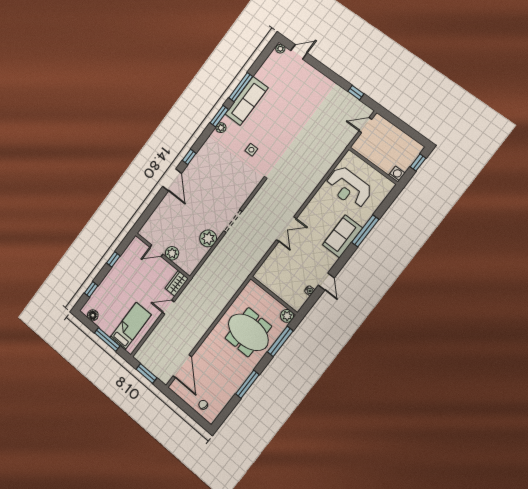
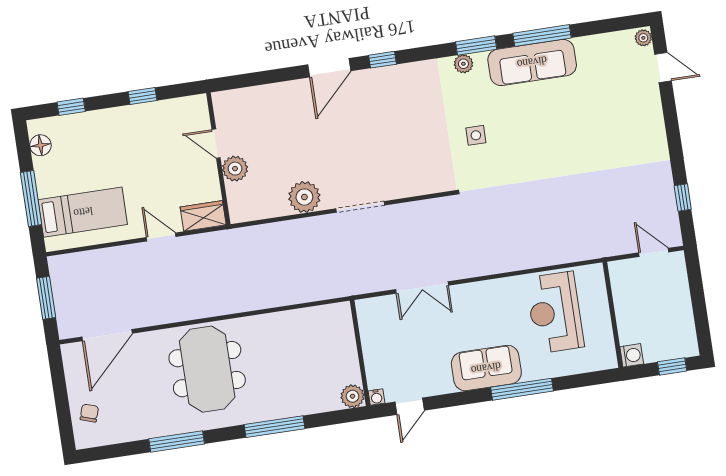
wall: (274, 295) -> (360, 353), moved
plant: (287, 316) -> (353, 396), moved
meeting table: (248, 332) -> (207, 369), moved

